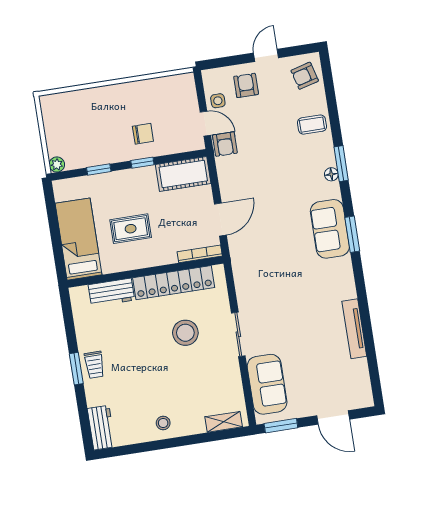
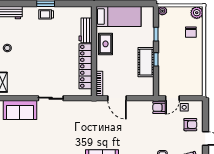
plant: (51, 105) -> (197, 13), added
chair: (143, 134) -> (191, 32), moved
cot: (183, 174) -> (146, 62), moved
rug: (131, 229) -> (105, 44), moved
stool: (185, 333) -> (56, 69), removed

